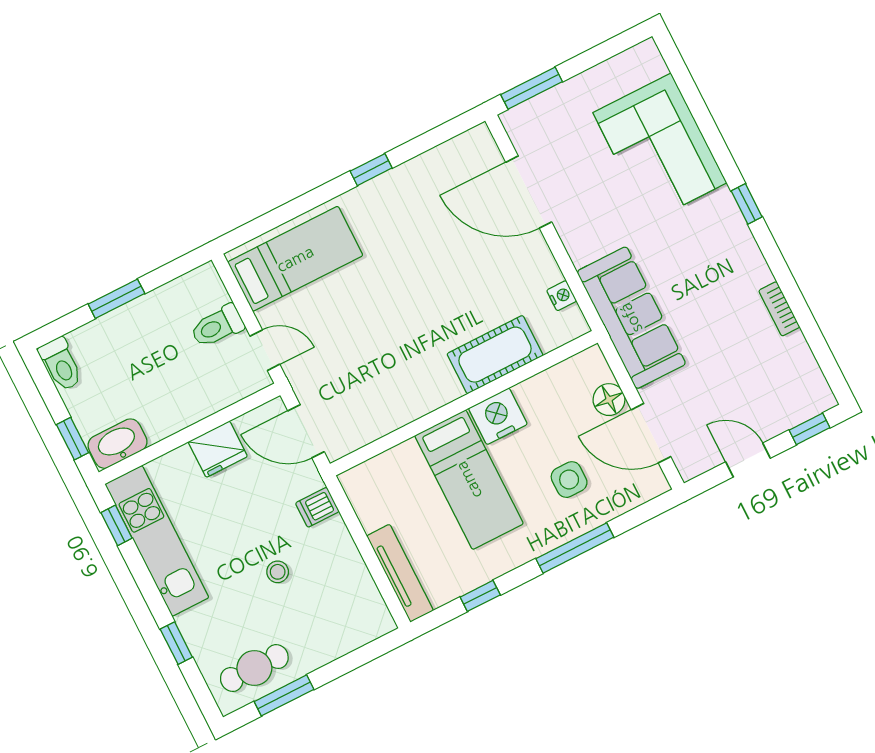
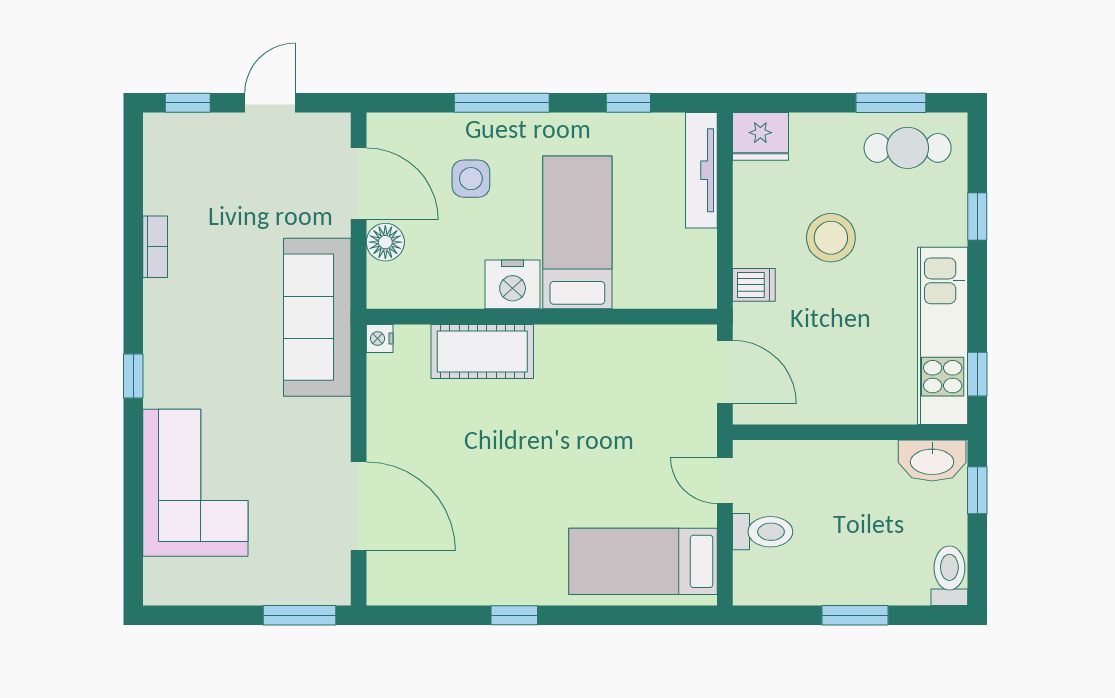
nightstand: (562, 296) -> (380, 338), moved
fridge: (218, 449) -> (760, 136), moved, turned 180
door: (748, 460) -> (270, 103), swing flipped
stool: (278, 572) -> (831, 238), width x1.89, depth x1.89

